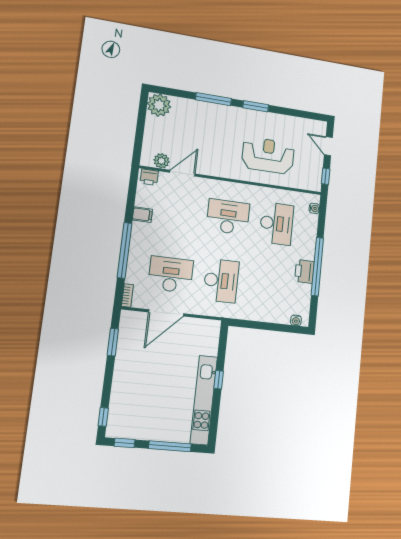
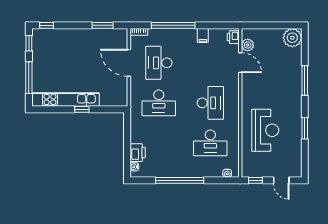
window: (256, 106) -> (305, 128), moved
door: (328, 146) -> (281, 180), swing flipped
printer: (304, 271) -> (138, 153), moved, turned 90
desk: (171, 275) -> (159, 63), turned 180

